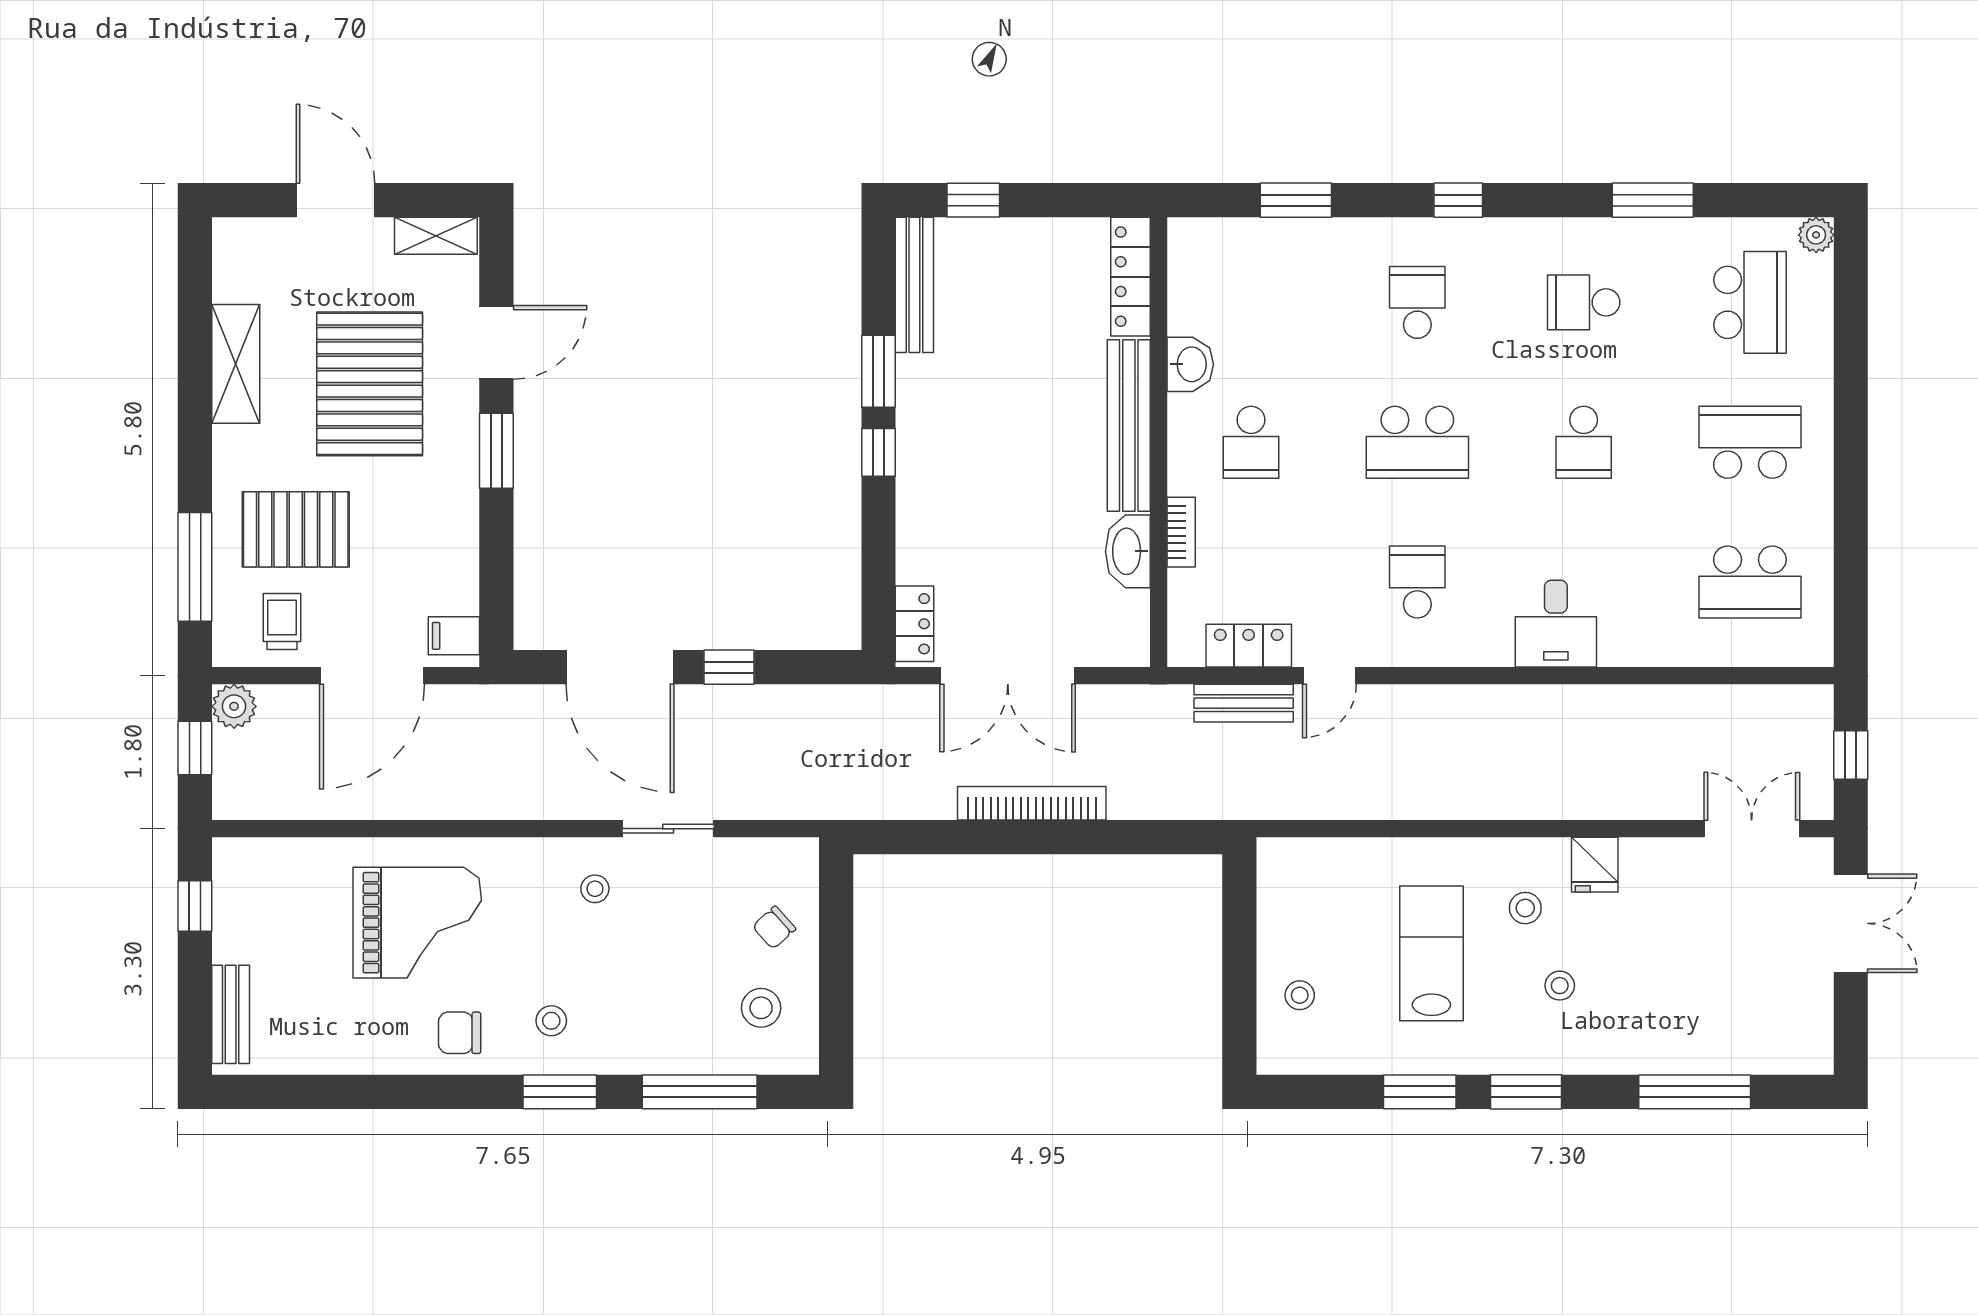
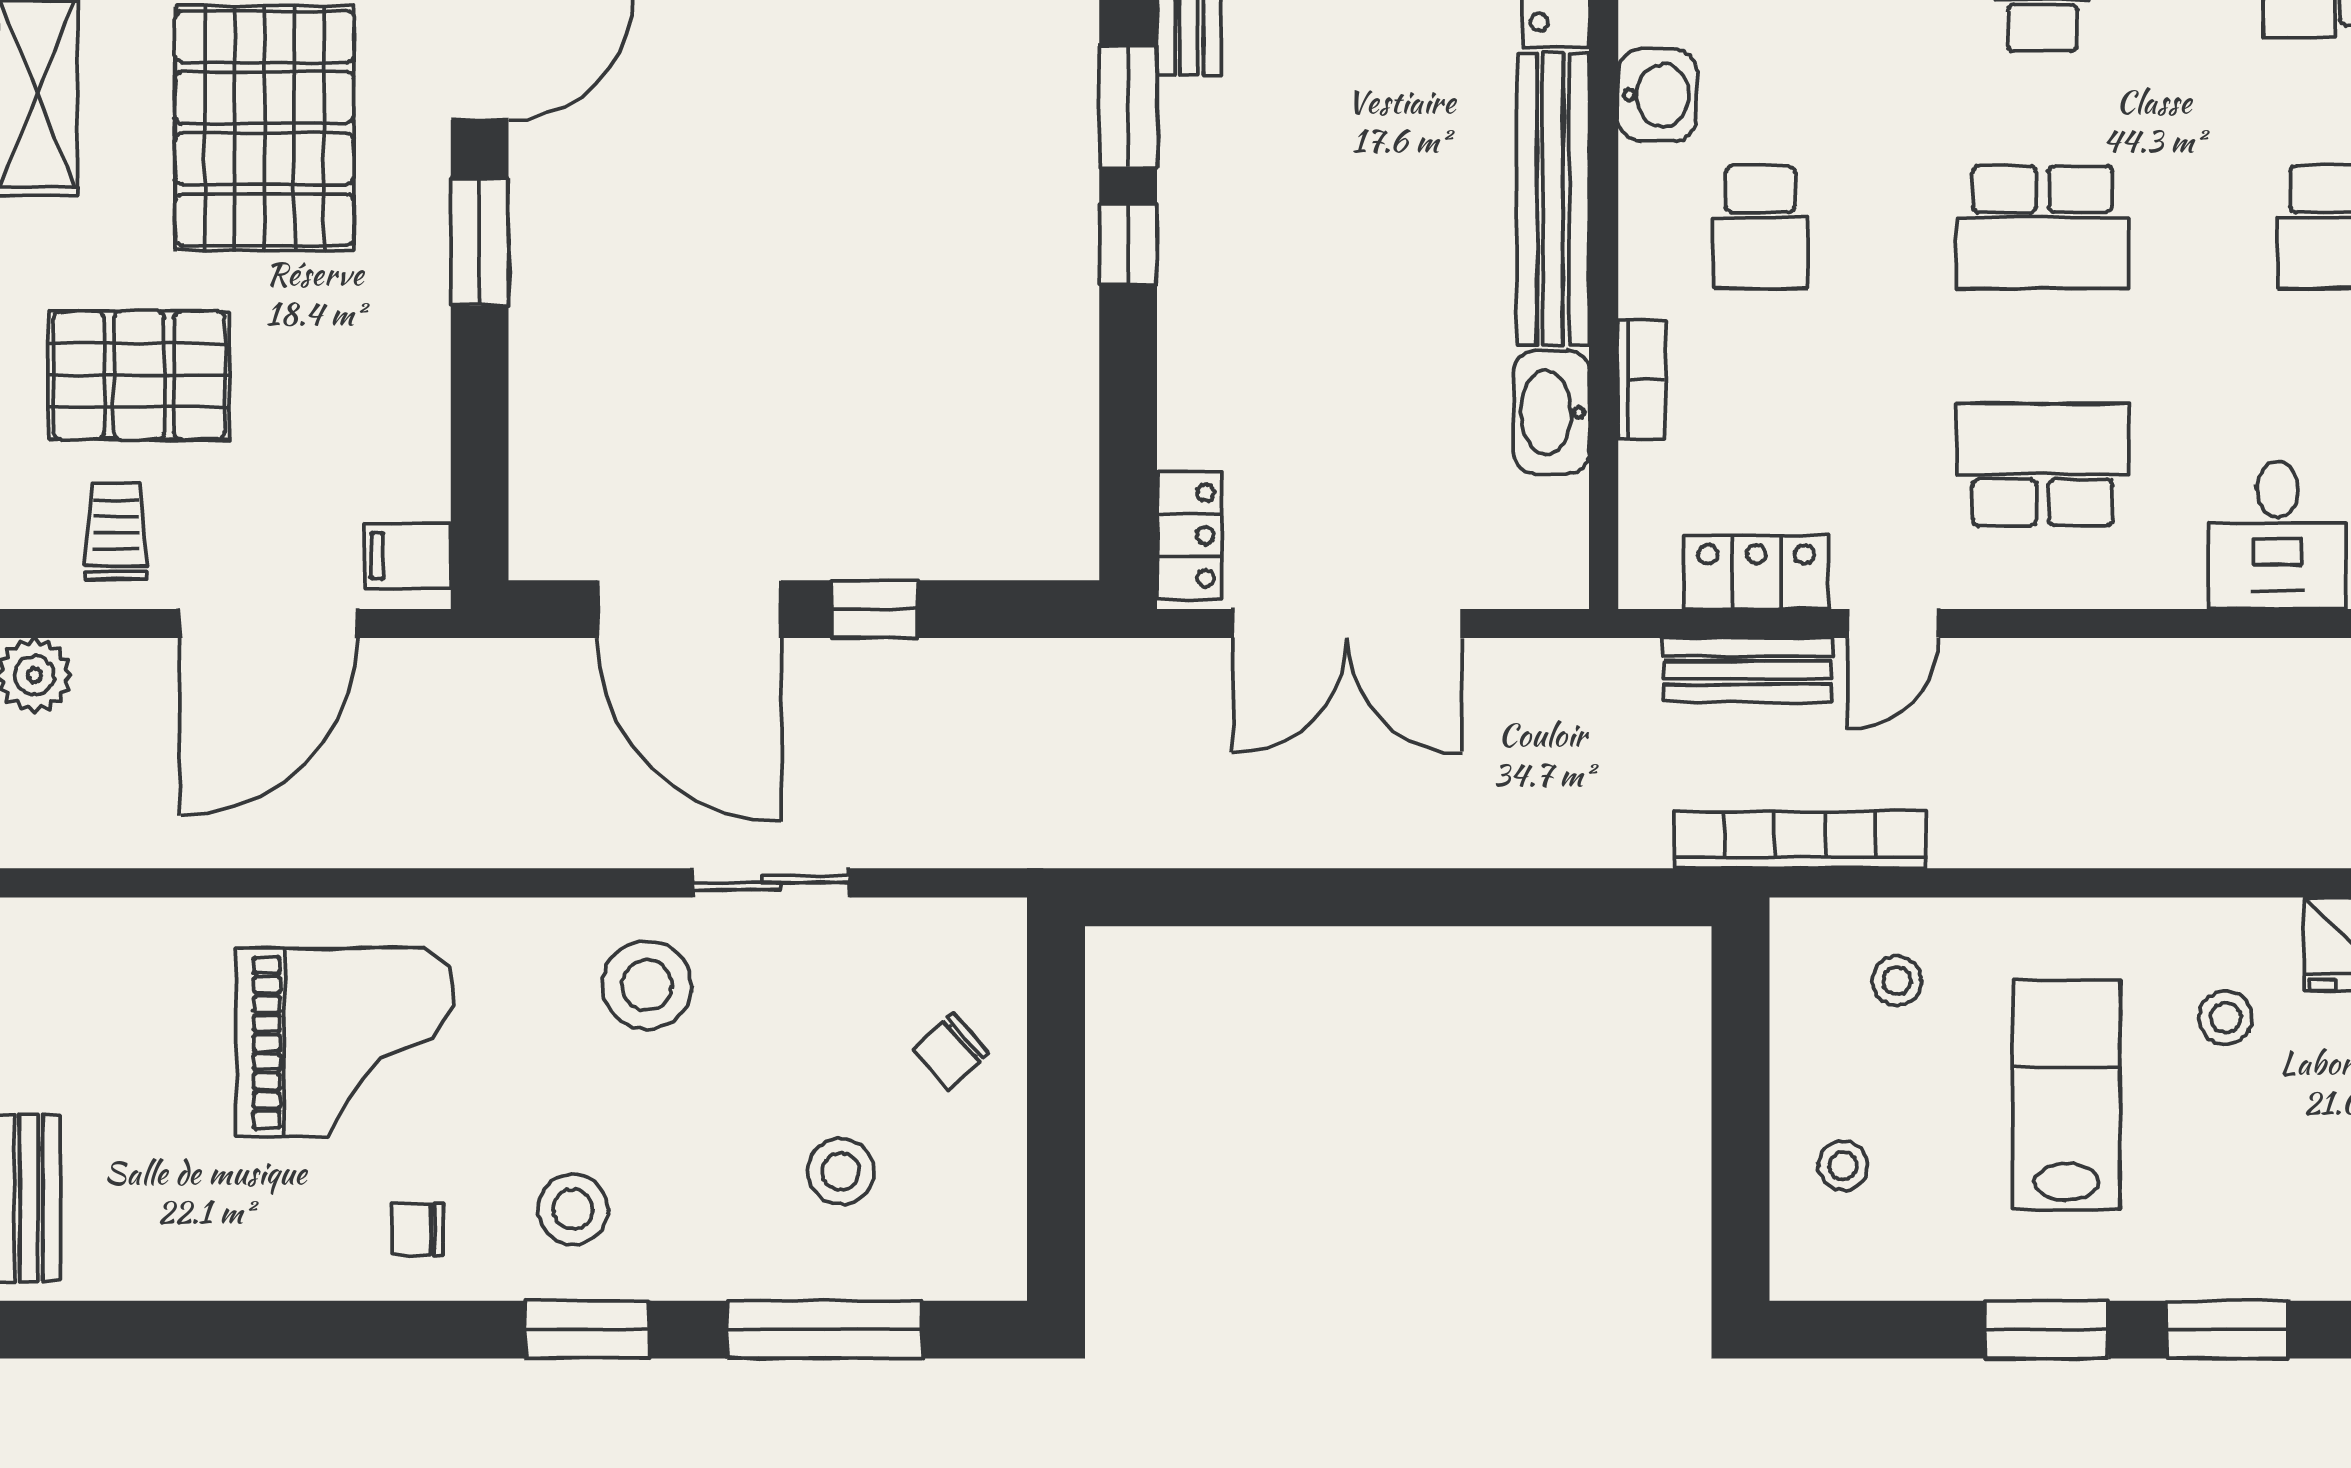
school desk: (1417, 582) -> (2043, 464), width x1.85
bookcase: (1032, 803) -> (1800, 840), moved
stool: (595, 889) -> (647, 985), width x1.89, depth x1.89
stool: (1560, 986) -> (1897, 981), moved
stool: (761, 1008) -> (841, 1171), moved
stool: (551, 1021) -> (573, 1209), width x1.37, depth x1.37
chair: (460, 1033) -> (417, 1229), width x0.73, depth x0.73

